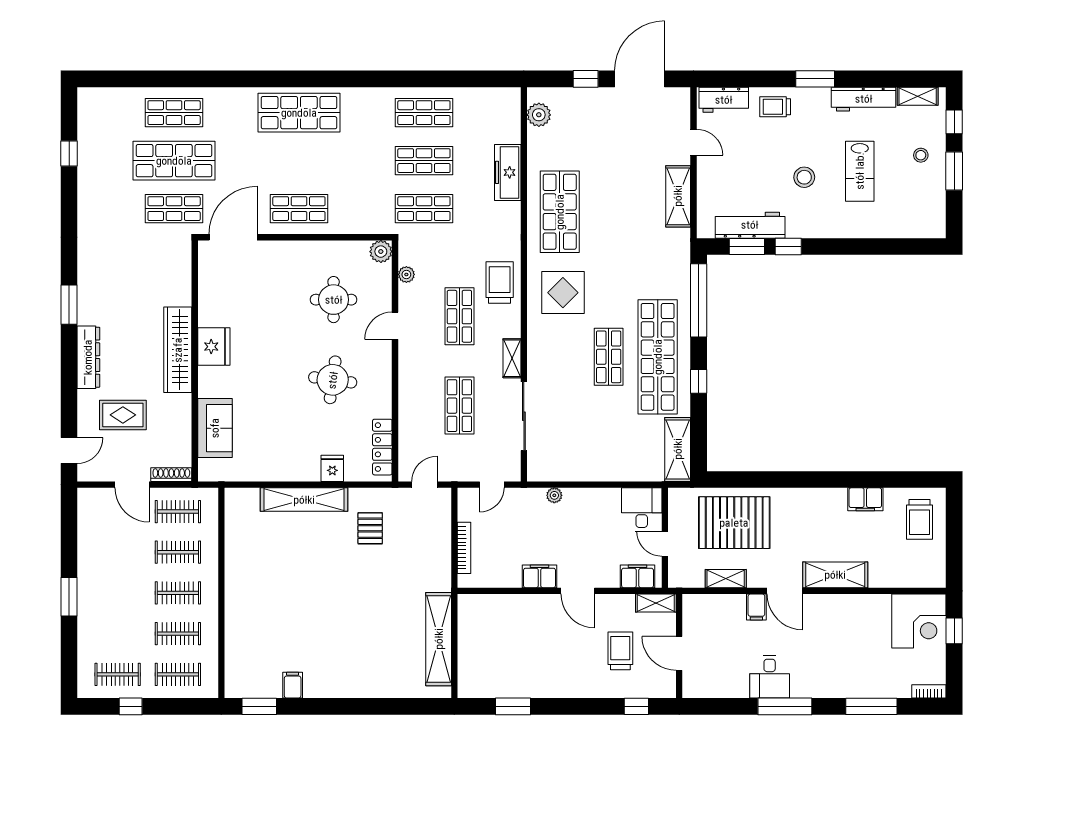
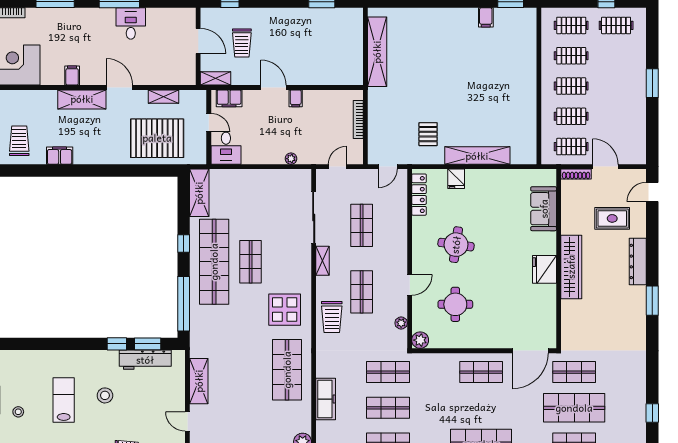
filing cabinet: (539, 576) -> (296, 98), width x0.50
filing cabinet: (756, 607) -> (72, 76), moved

